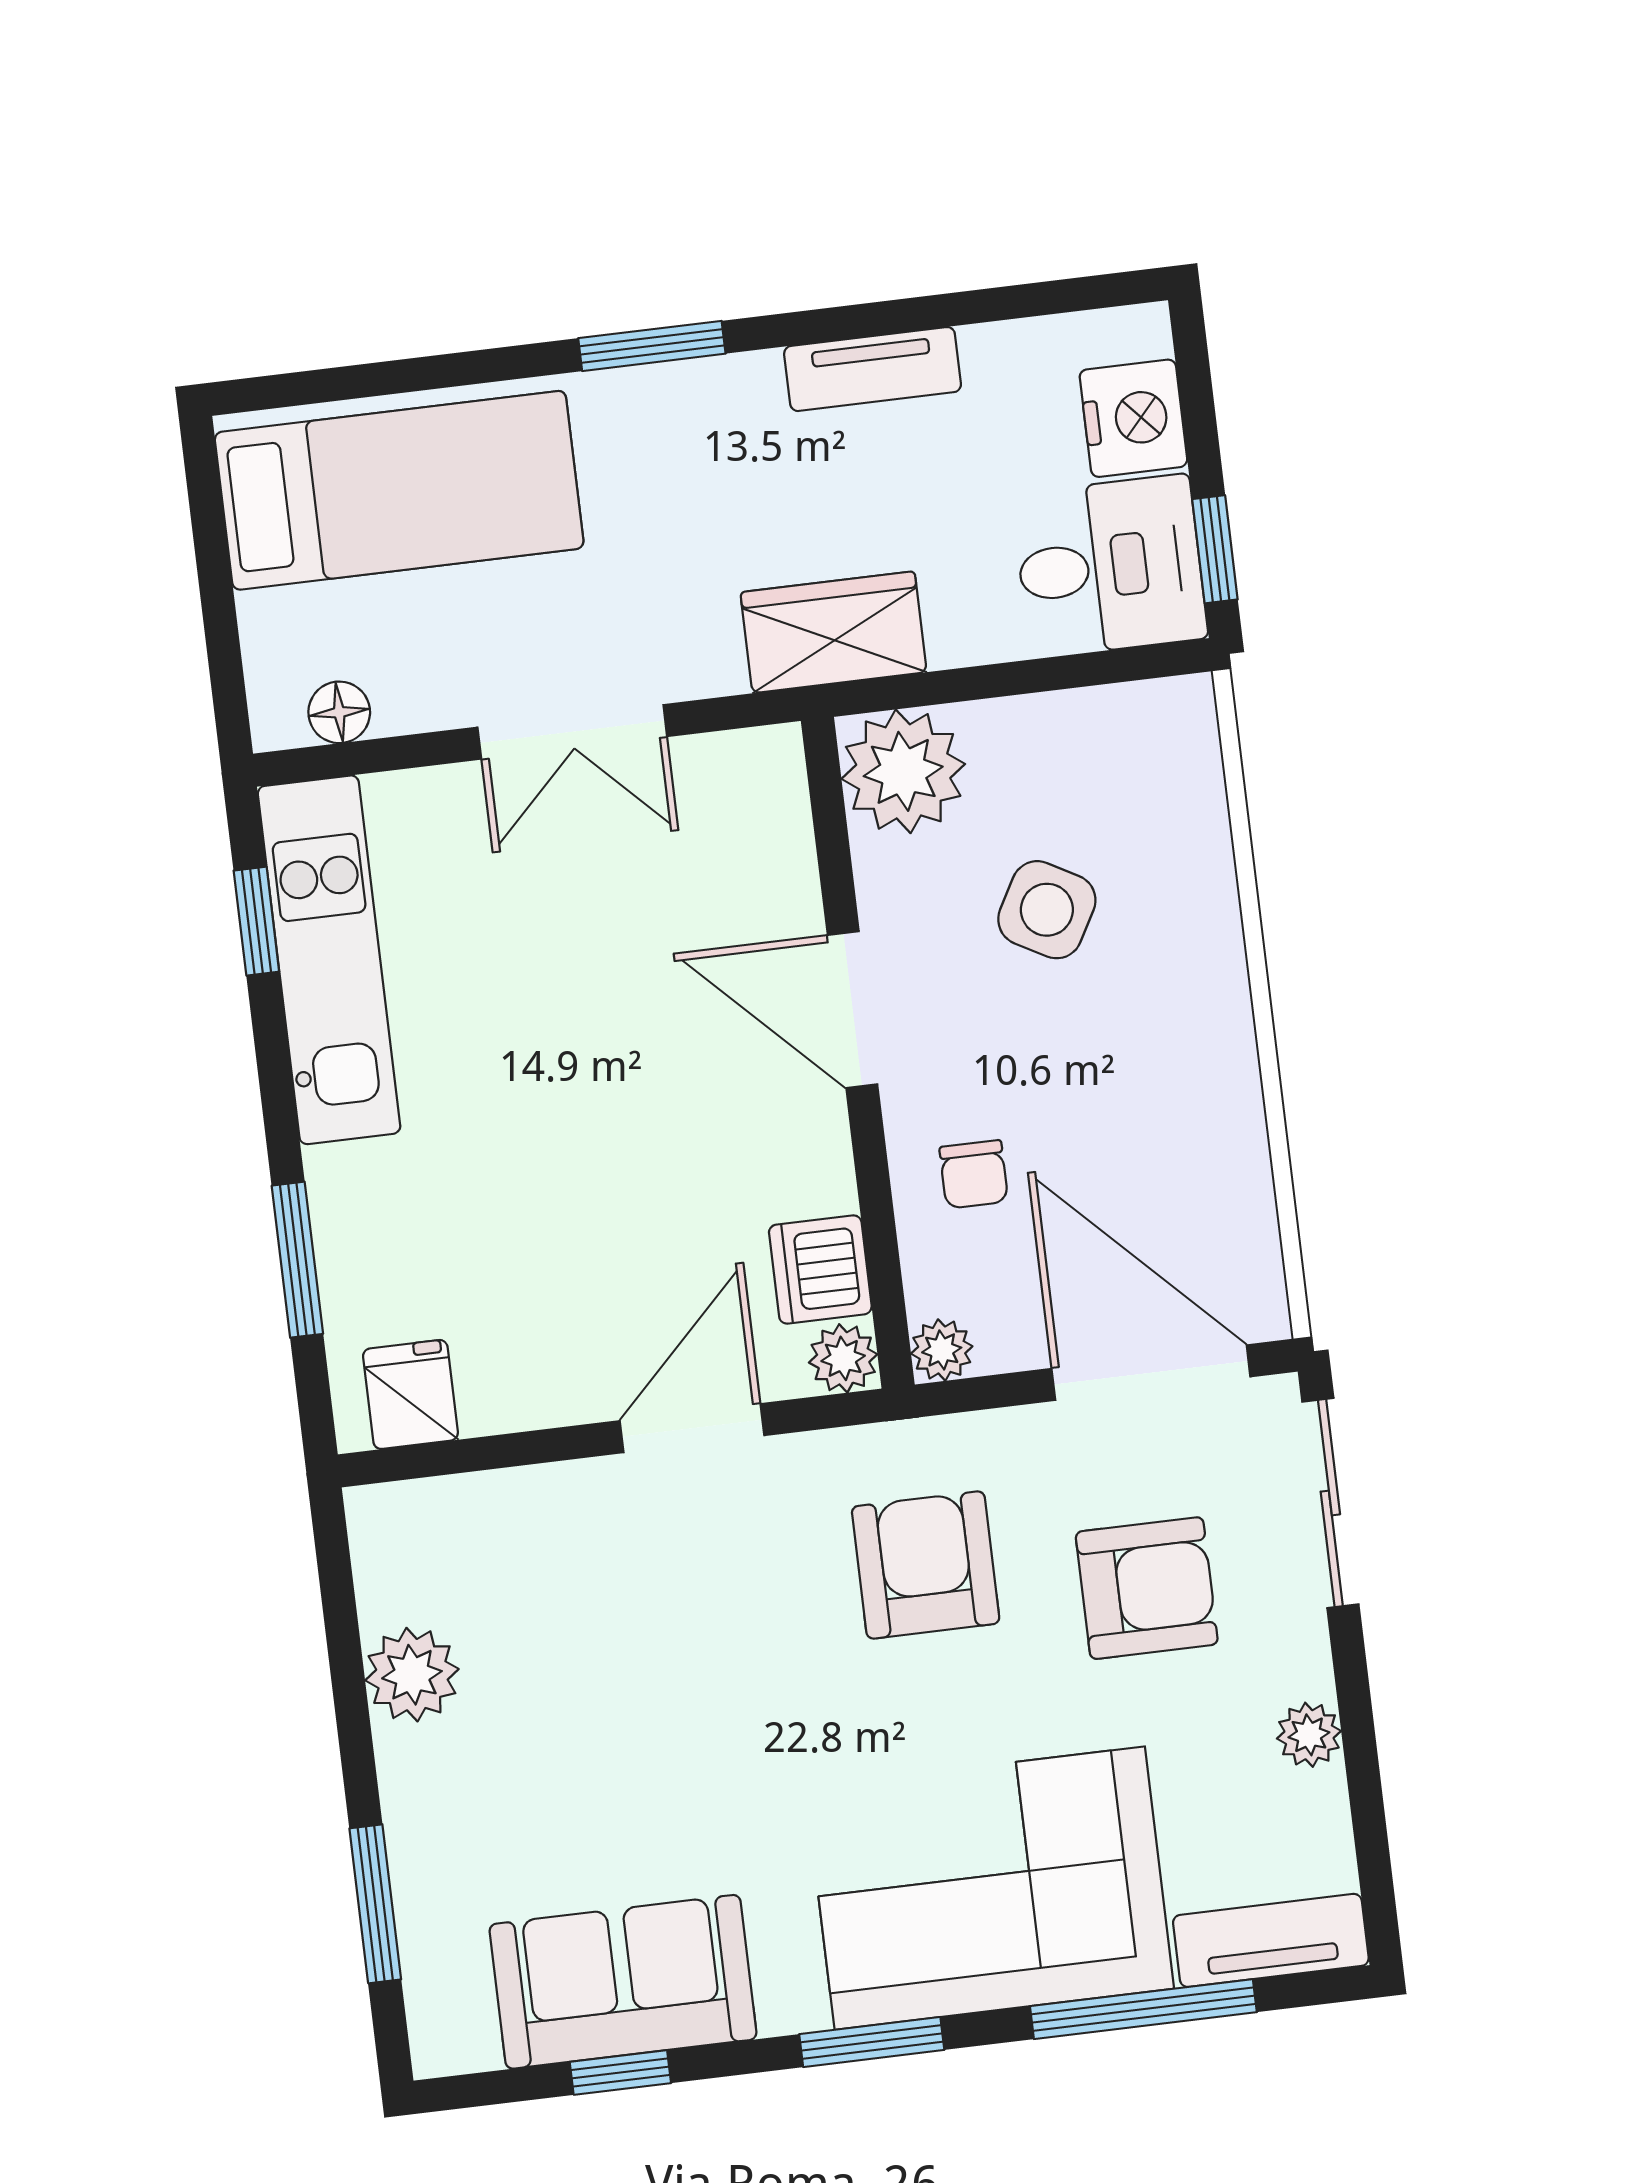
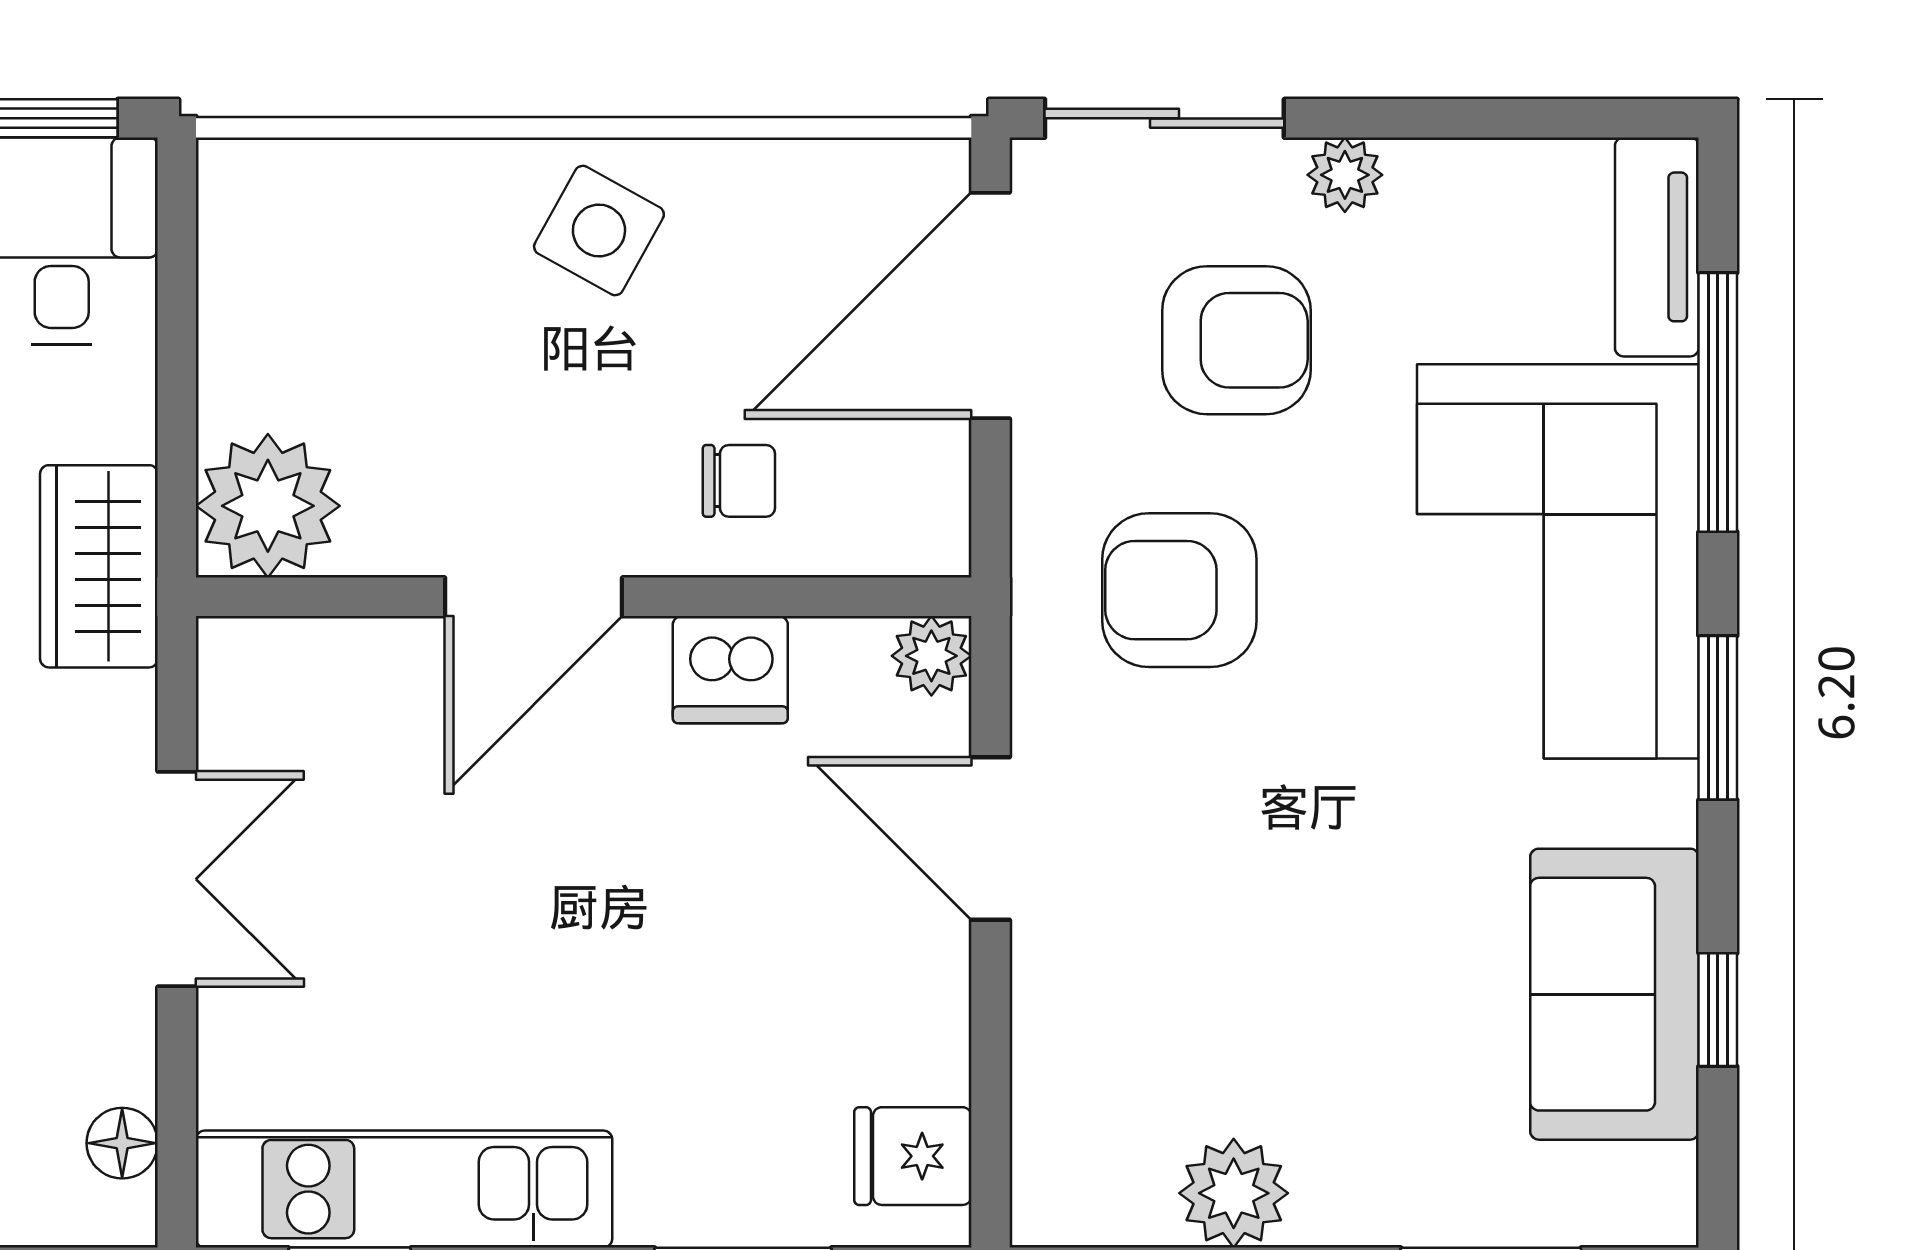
side table: (1047, 910) -> (599, 230), moved
dishwasher: (820, 1269) -> (730, 670), moved
plant: (942, 1350) -> (935, 542), removed
armchair: (1147, 1588) -> (1236, 340), turned 90
plant: (1309, 1735) -> (1345, 175), moved

